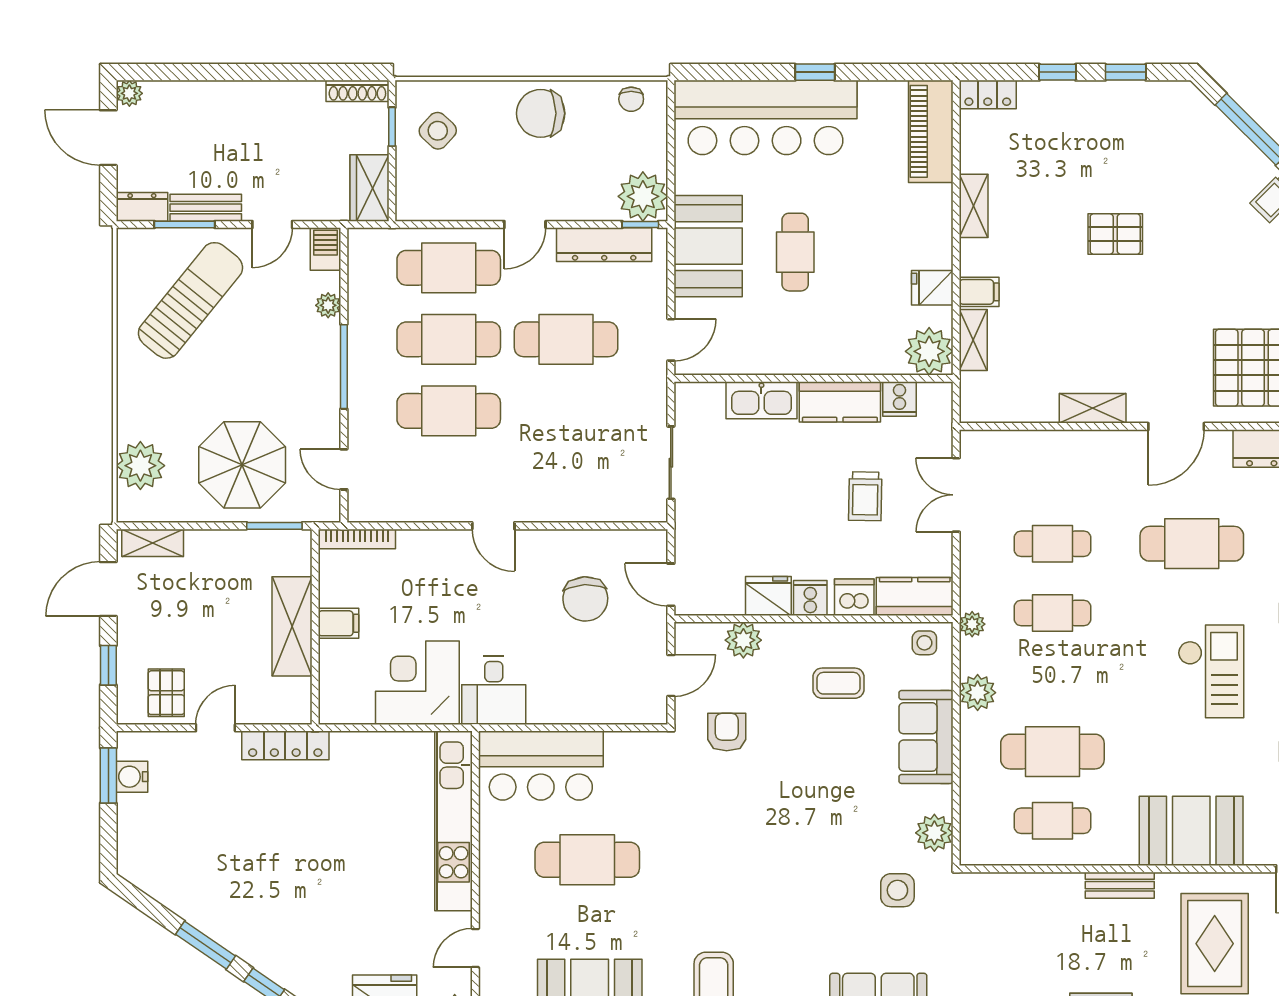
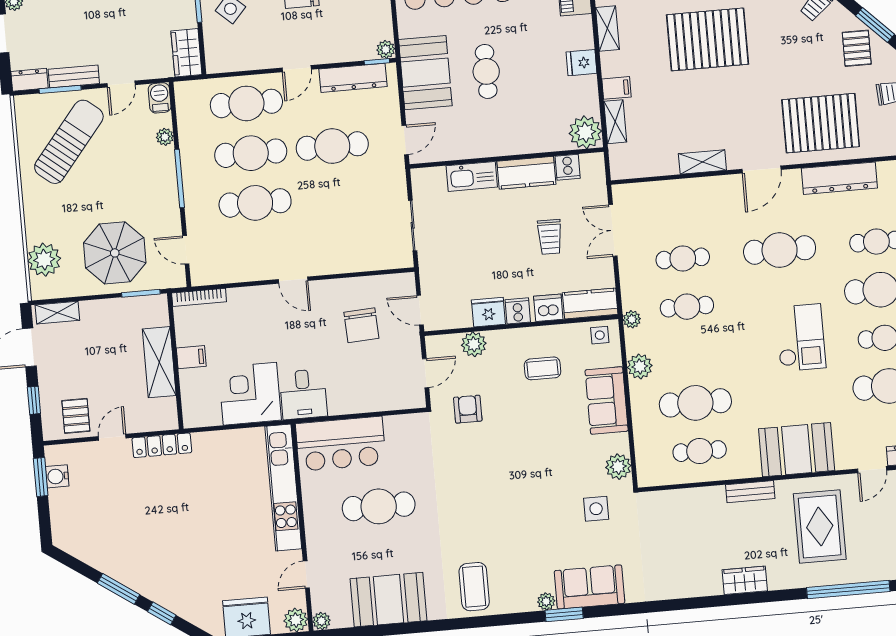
plant: (643, 196) -> (386, 49), width x0.53, depth x0.53
pallet: (1115, 234) -> (708, 39), width x2.05, depth x2.00
fridge: (932, 288) -> (581, 63), moved

